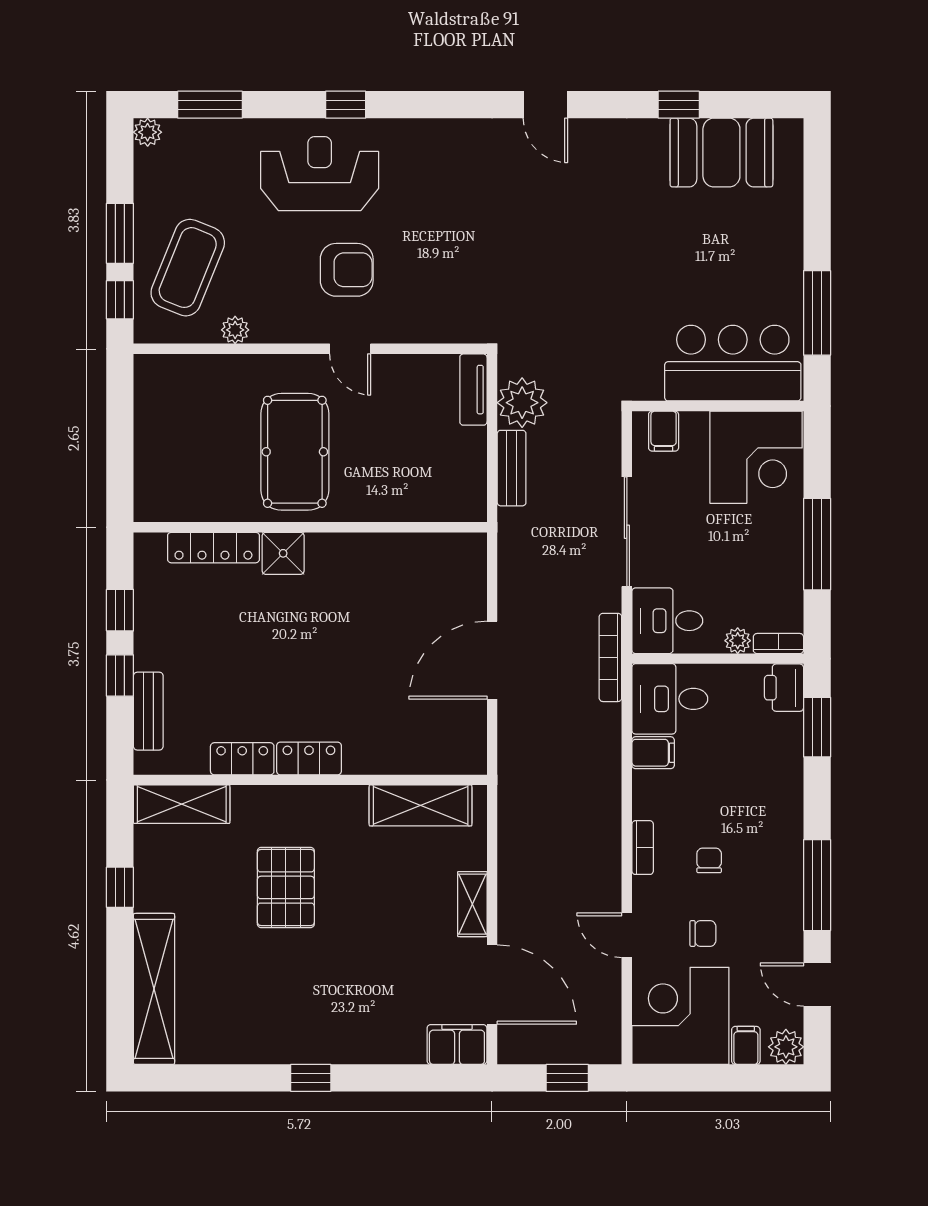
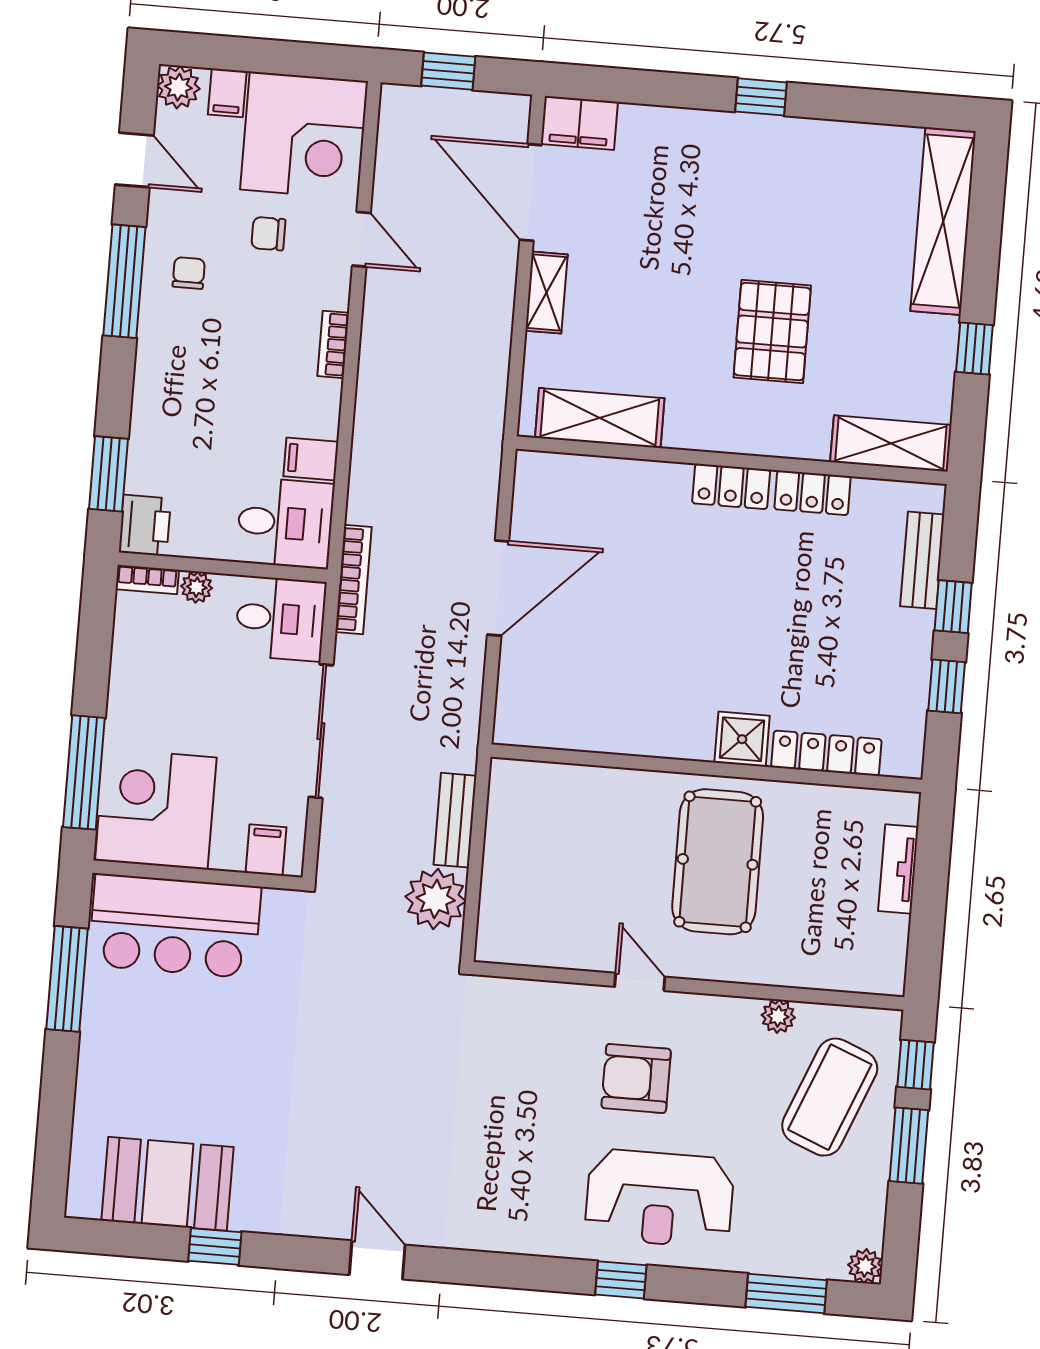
tv unit: (473, 390) -> (898, 869), moved, turned 180
window: (817, 544) -> (84, 772), moved
chair: (709, 860) -> (189, 273), moved, turned 180

